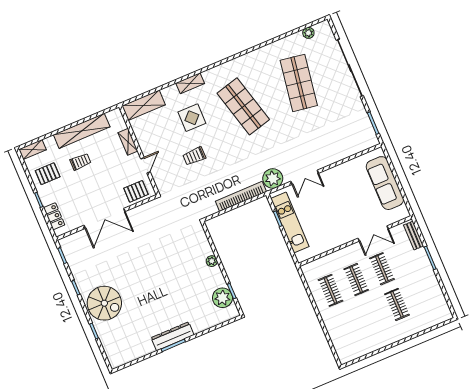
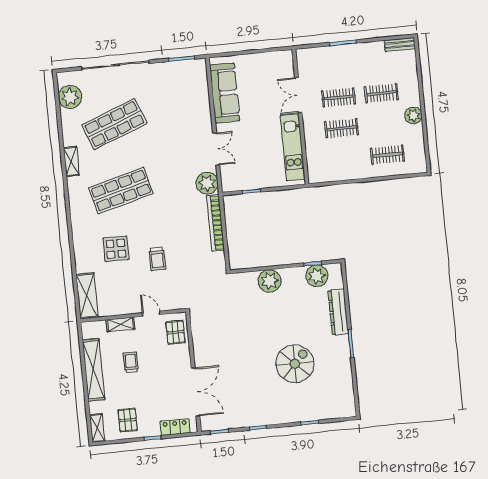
plant: (308, 33) -> (70, 97), width x1.87, depth x1.87
shelving: (190, 83) -> (71, 161), moved
shop shelf: (299, 83) -> (114, 124), turned -30
trolley: (80, 162) -> (131, 362), moved
sofa: (385, 183) -> (225, 93), moved, turned -90
double door: (104, 218) -> (196, 392), moved
kitchen unit: (290, 222) -> (293, 147), moved, turned -90
double door: (373, 233) -> (298, 95), swing flipped
bench: (414, 236) -> (400, 45), moved
plant: (212, 261) -> (270, 281), width x1.87, depth x1.87
clothes rail: (331, 290) -> (387, 155), moved
spiral stairs: (104, 303) -> (295, 364), moved
dresser: (173, 336) -> (338, 312), moved
plant: (386, 338) -> (413, 115), added

